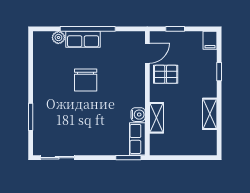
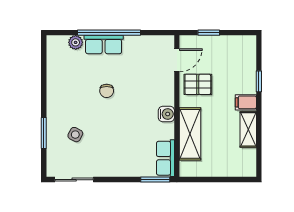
filing cabinet: (210, 40) -> (246, 102), moved, turned 90
chair: (86, 80) -> (107, 91), width x0.54, depth x0.54
water cooler: (138, 115) -> (166, 114), moved
side table: (58, 118) -> (75, 135), added
shelving: (156, 118) -> (190, 134), width x1.50, depth x1.33

